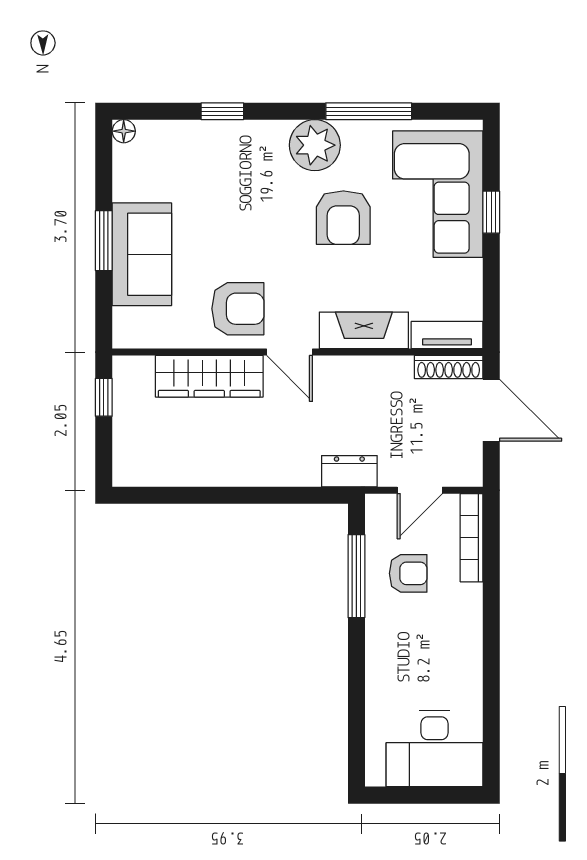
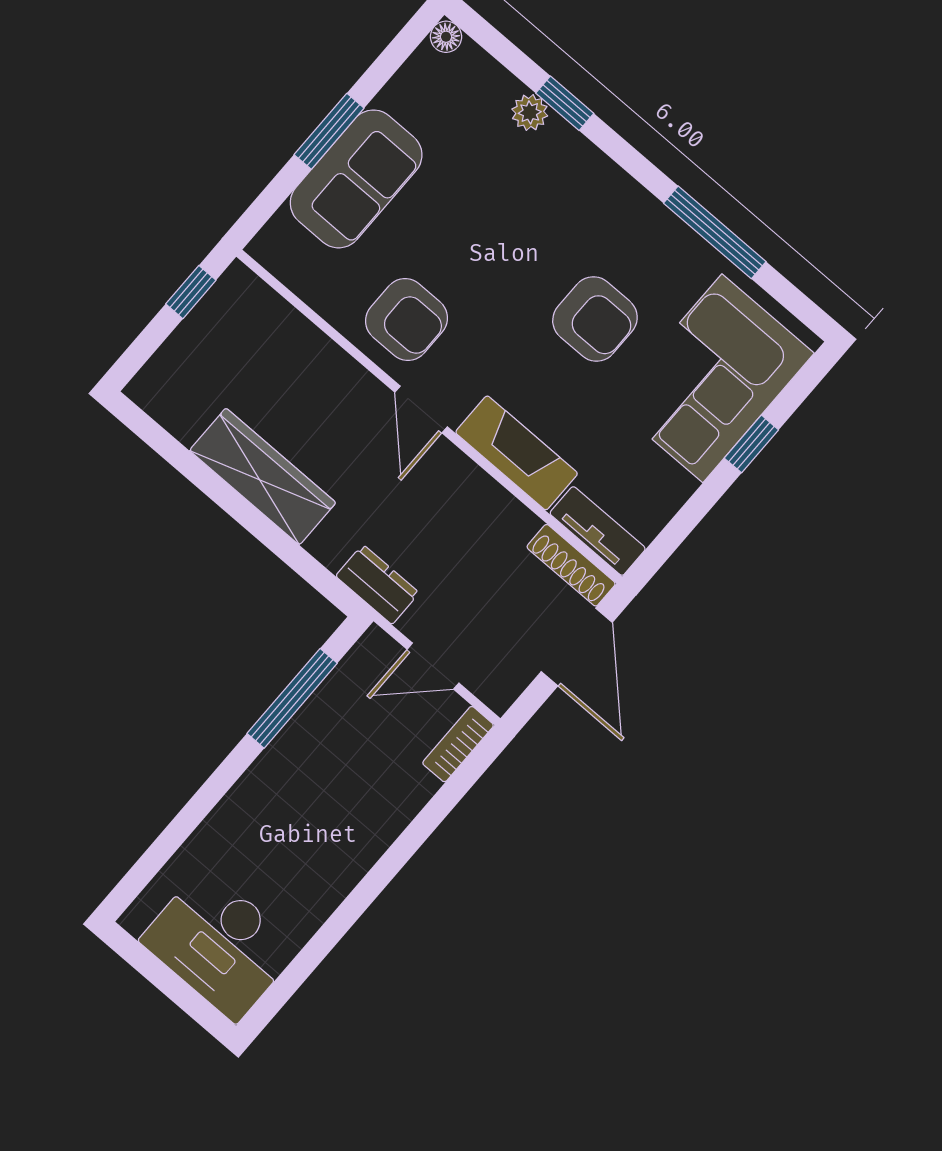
plant: (315, 145) -> (530, 112), moved, width x0.53, depth x0.53
armchair: (343, 218) -> (595, 319), turned -90
wardrobe: (209, 376) -> (263, 477), moved, turned 180
bookcase: (471, 538) -> (458, 744), width x0.64
armchair: (408, 573) -> (348, 741), removed

